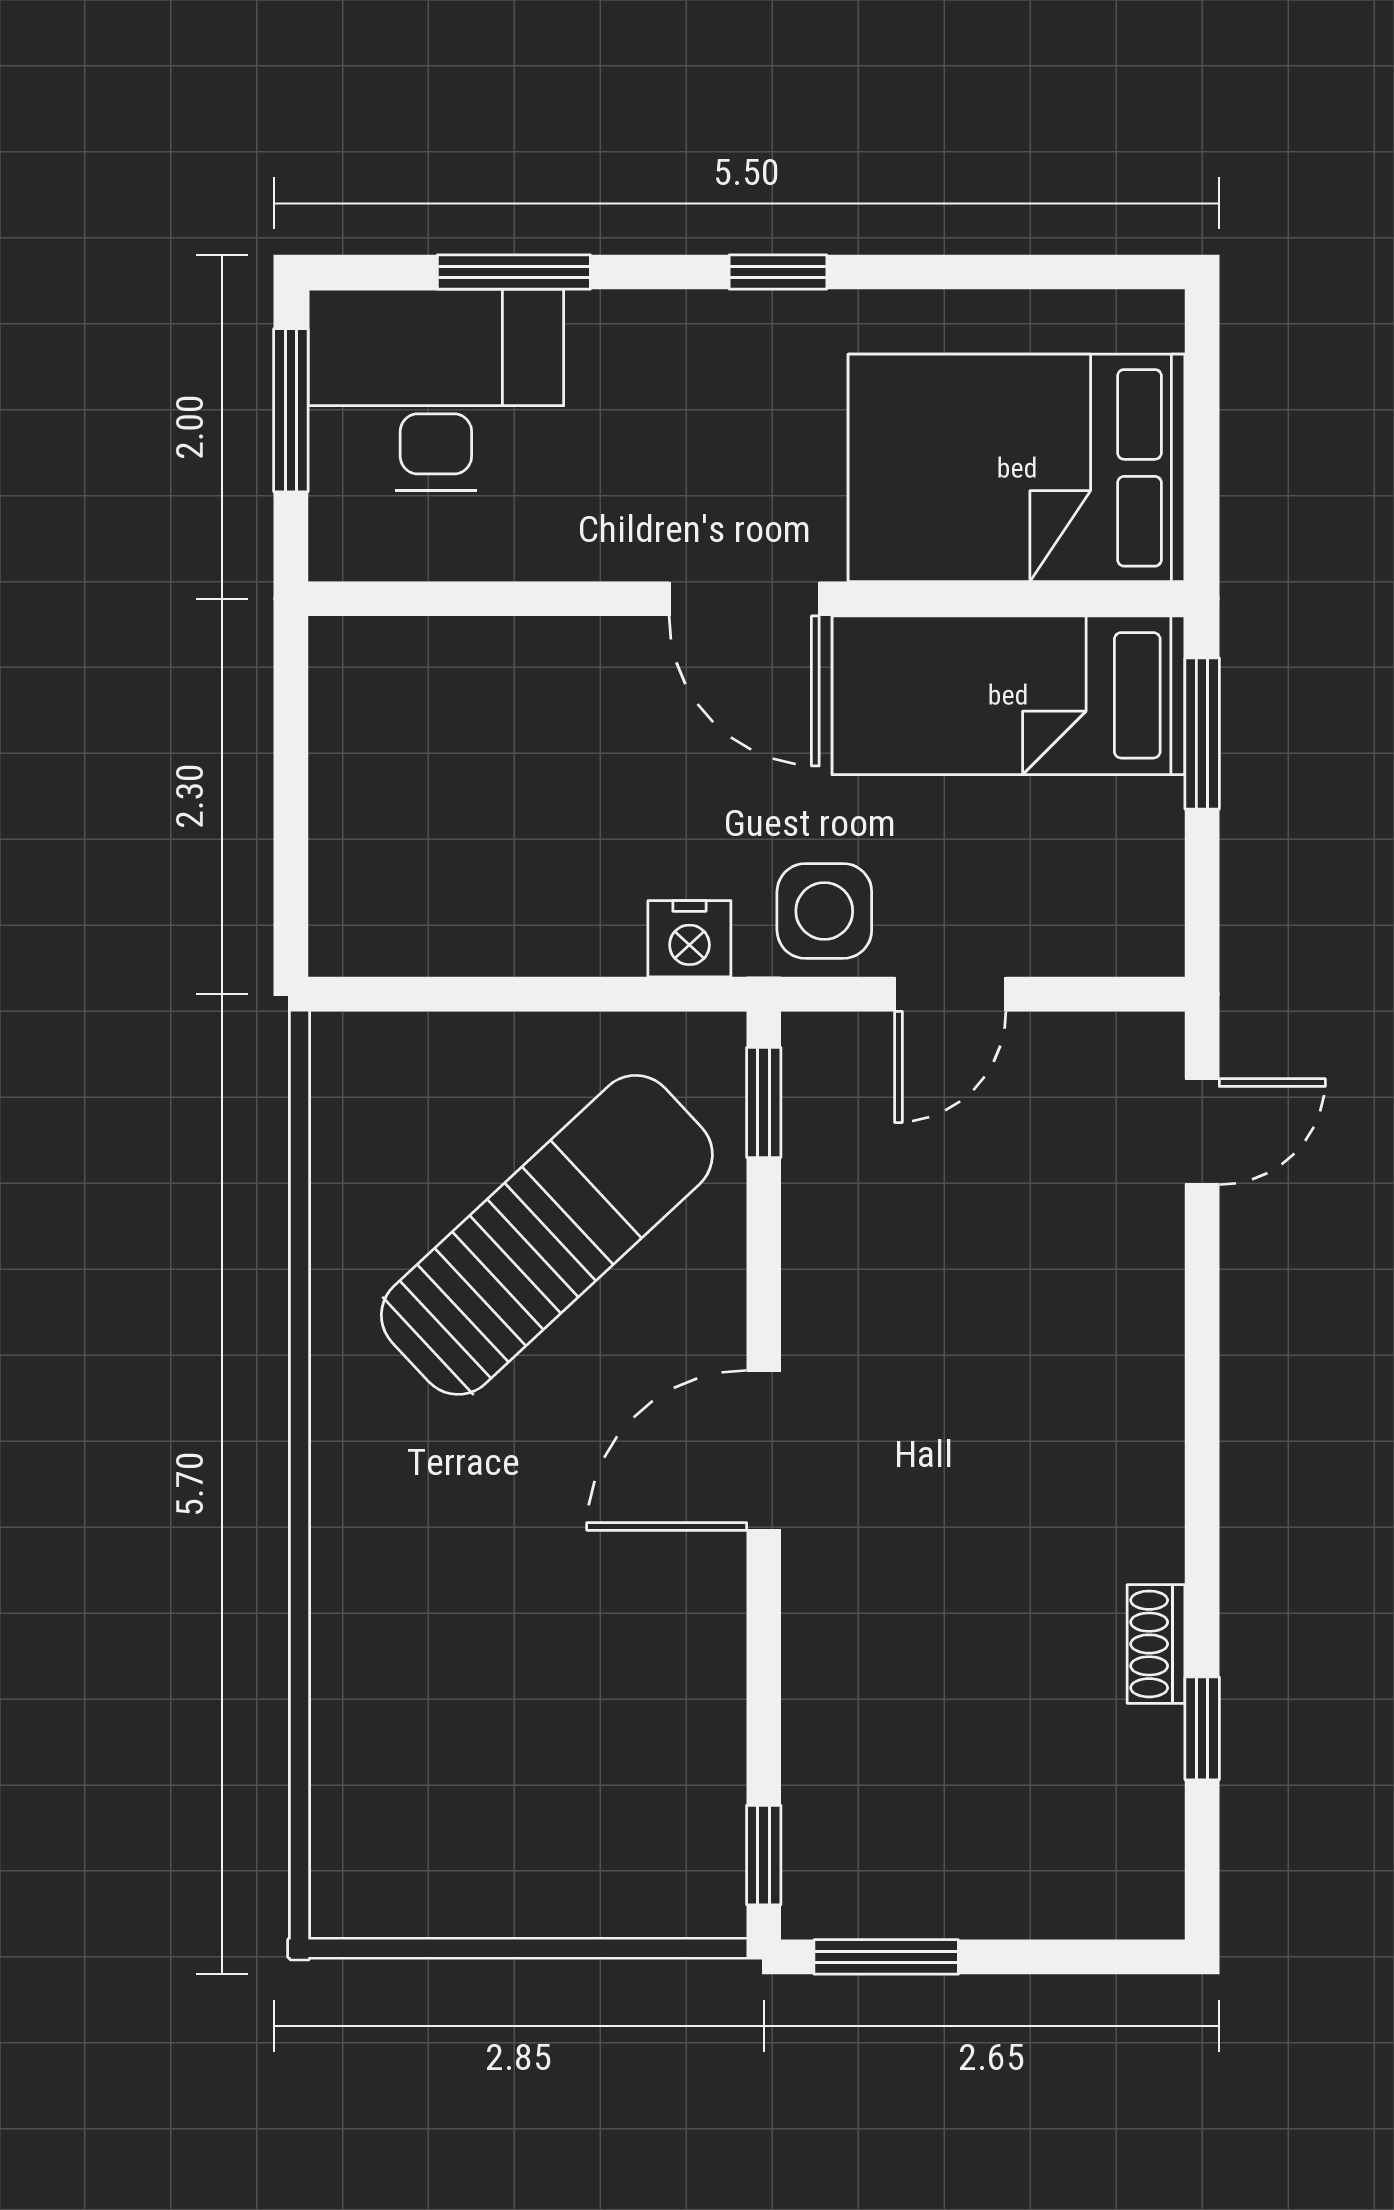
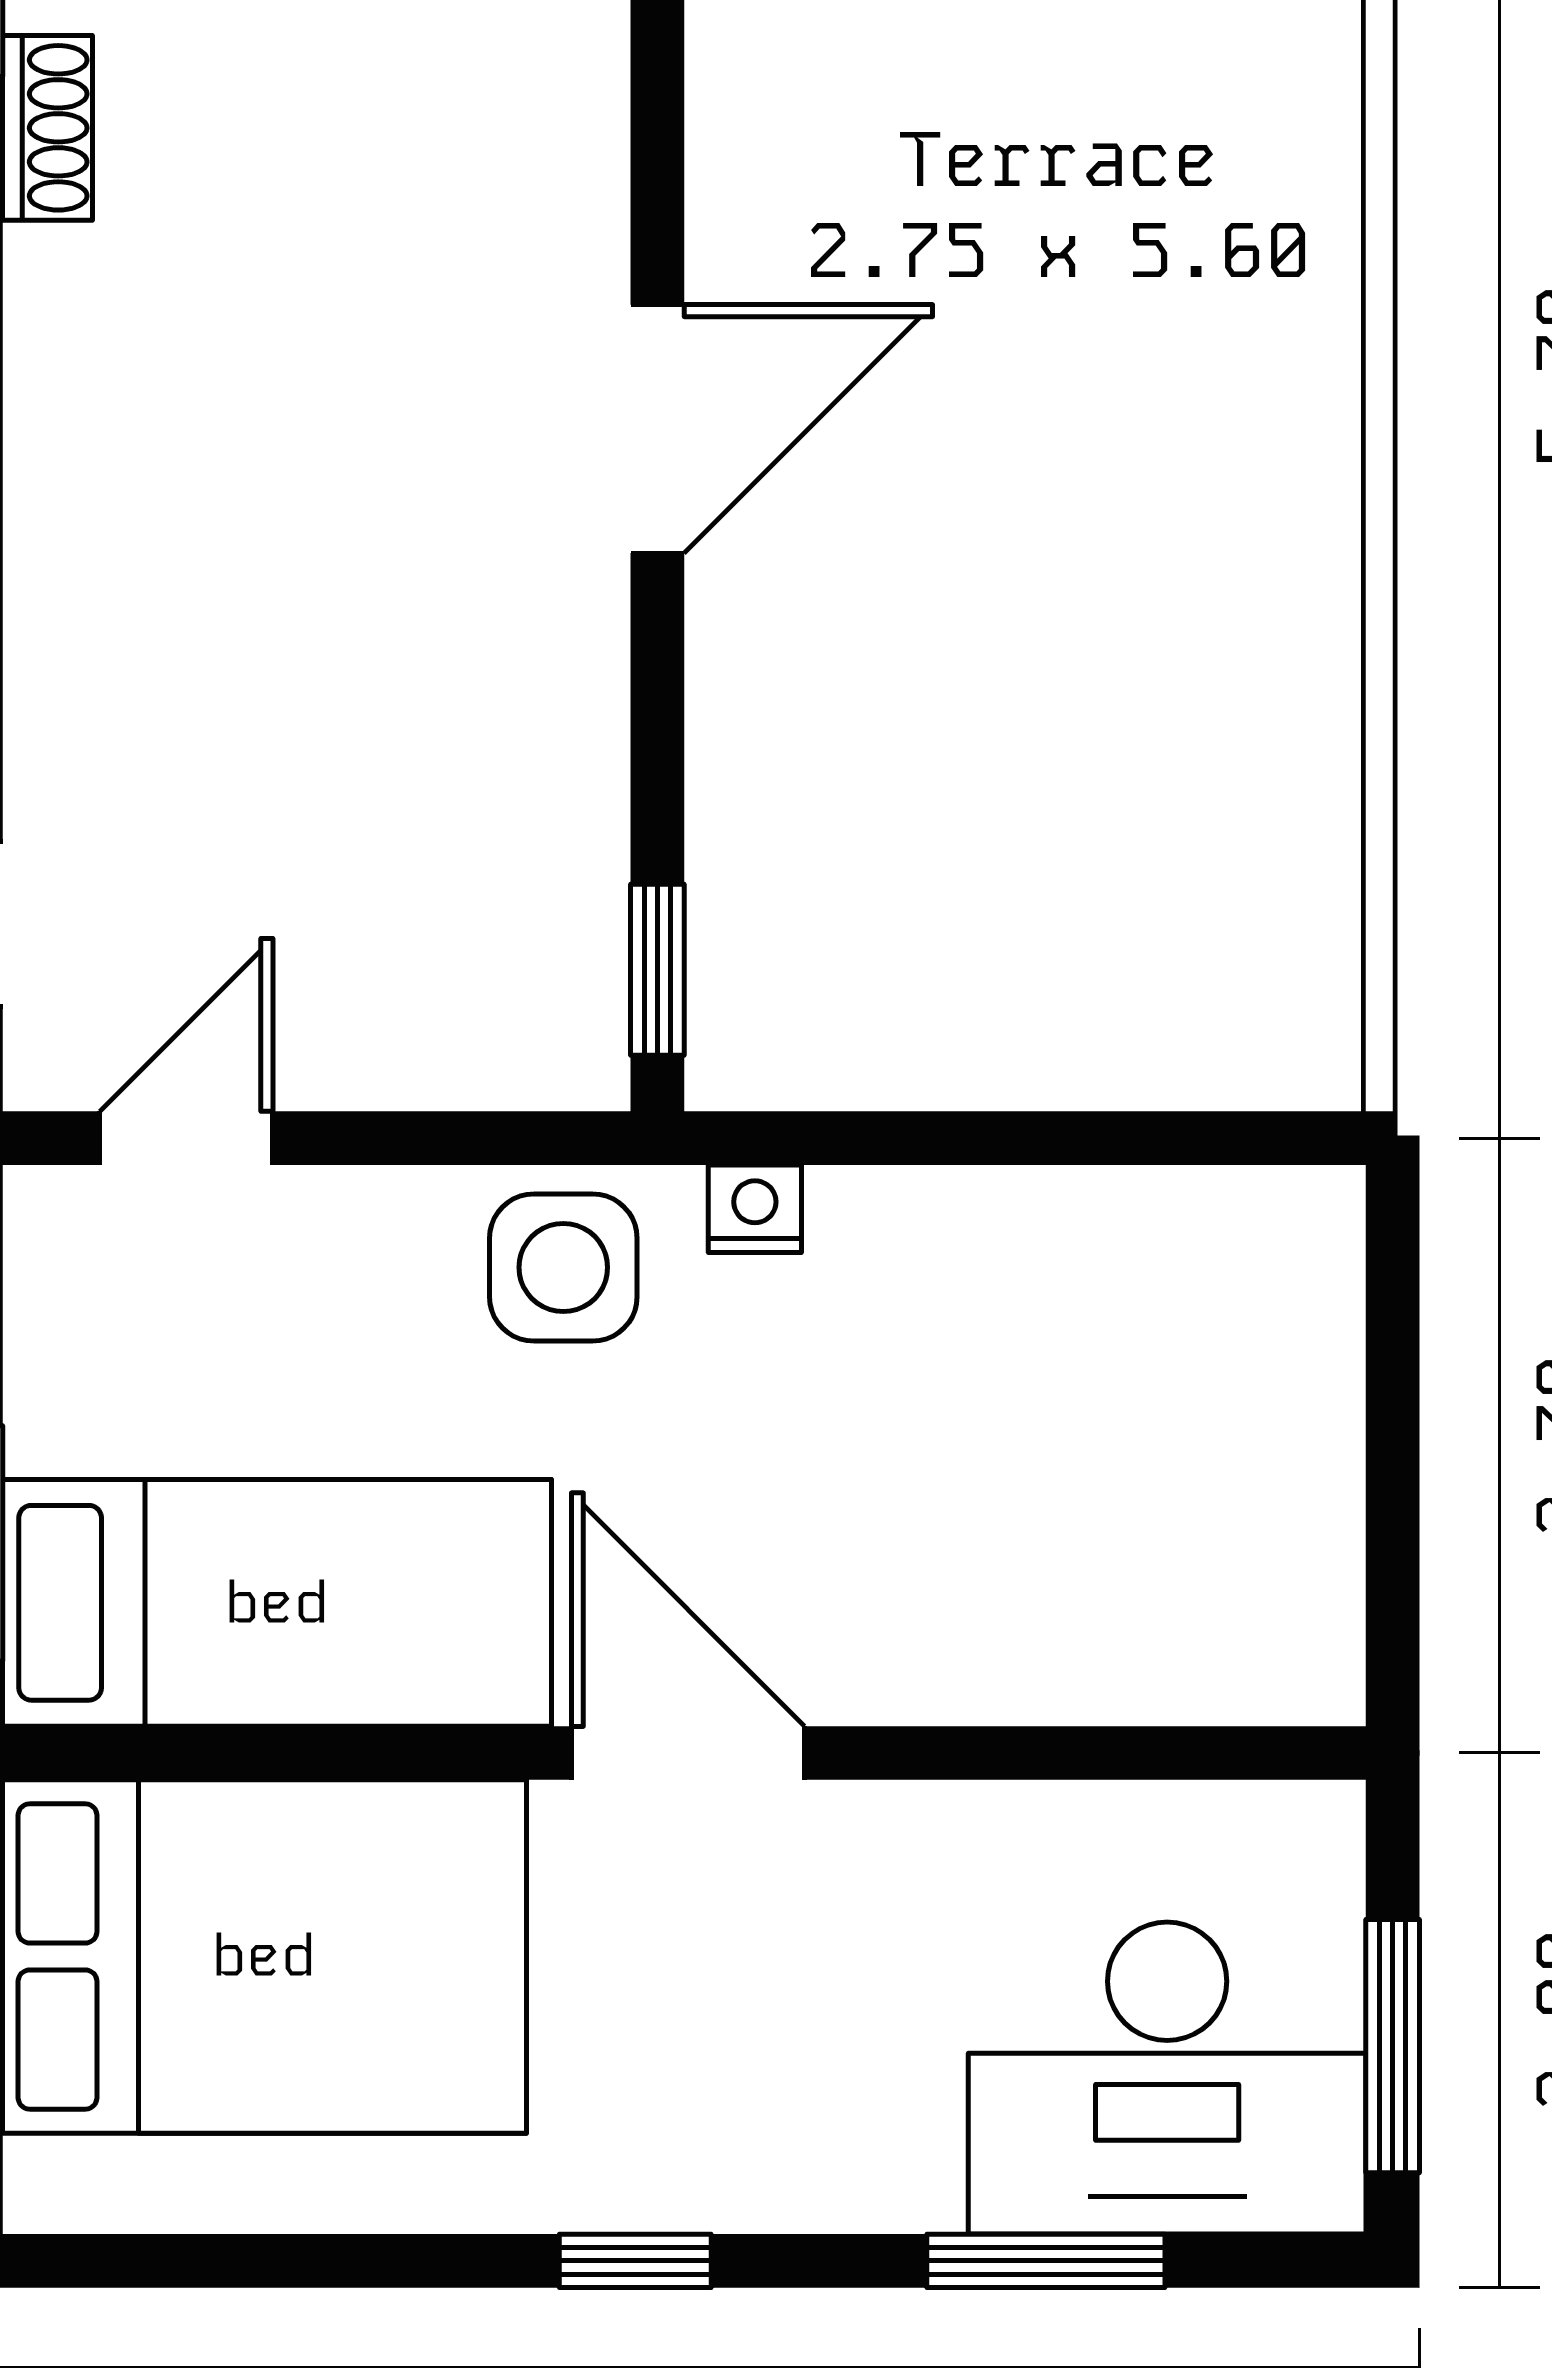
nightstand: (689, 939) -> (755, 1209), width x0.72, depth x0.74
door: (950, 994) -> (186, 1138), moved
sun lounger: (547, 1235) -> (995, 764), removed

